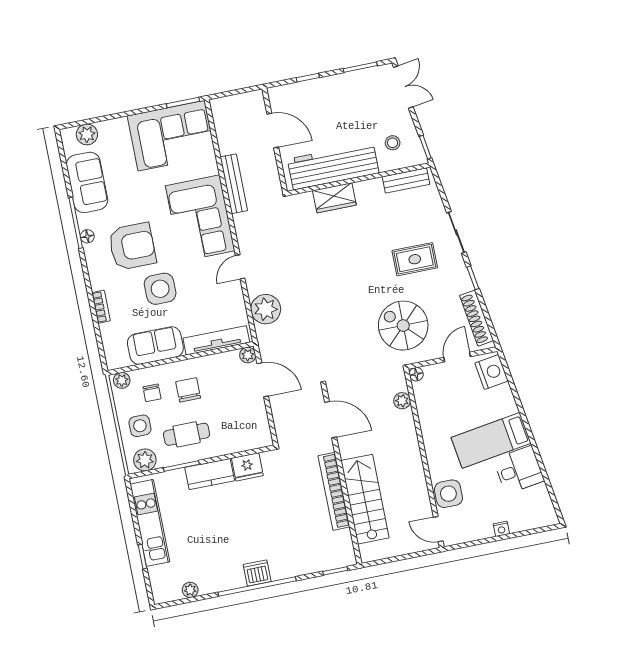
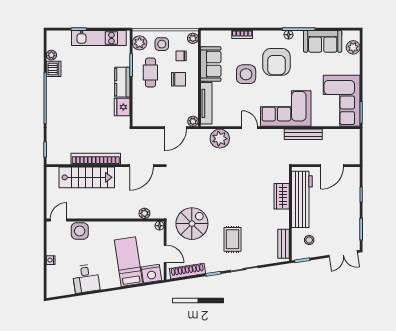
bed: (491, 440) -> (128, 262), moved
dishwasher: (257, 573) -> (54, 69), moved

